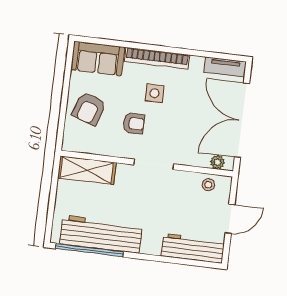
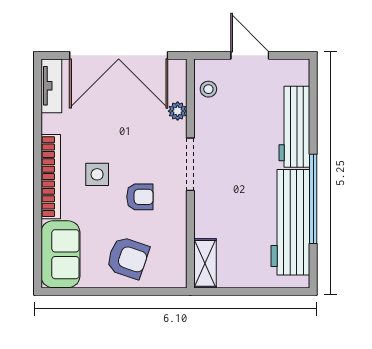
armchair: (134, 123) -> (140, 197), turned 90
plant: (217, 162) -> (178, 111), moved
shelving: (87, 170) -> (205, 263), width x0.67, depth x0.75
workbench: (193, 248) -> (294, 127), moved
window: (89, 250) -> (313, 199), moved

